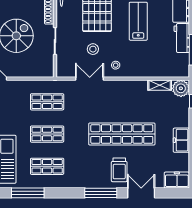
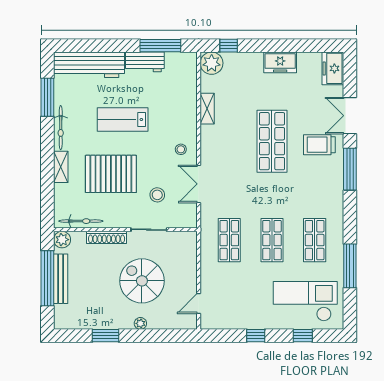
stool: (93, 49) -> (157, 195), moved
shelving: (160, 85) -> (207, 109), moved
shop shelf: (122, 134) -> (272, 141), width x0.71
trolley: (119, 170) -> (319, 145), turned 180

